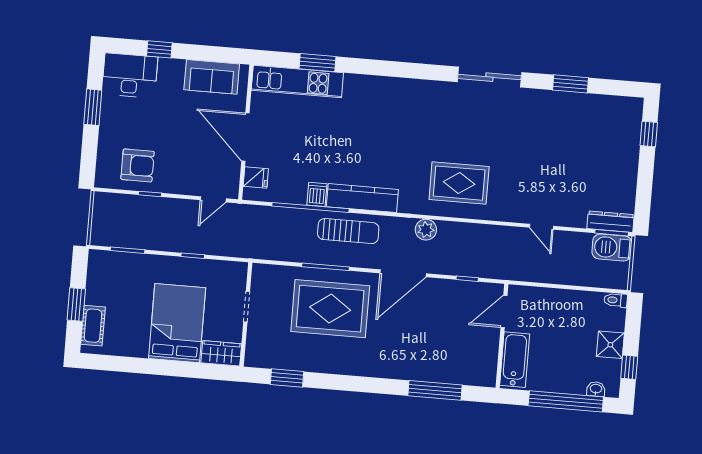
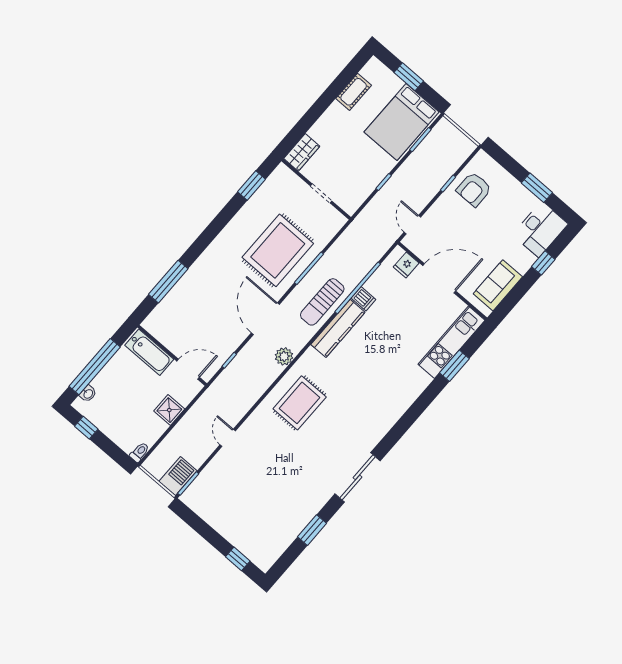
dresser: (611, 222) -> (196, 488), removed
door: (541, 227) -> (228, 438), hinge flipped
door: (504, 311) -> (188, 369), hinge flipped
bed: (177, 323) -> (402, 122), moved, turned 90
cot: (93, 326) -> (354, 92), moved, turned 90
shower: (610, 345) -> (169, 410), moved

